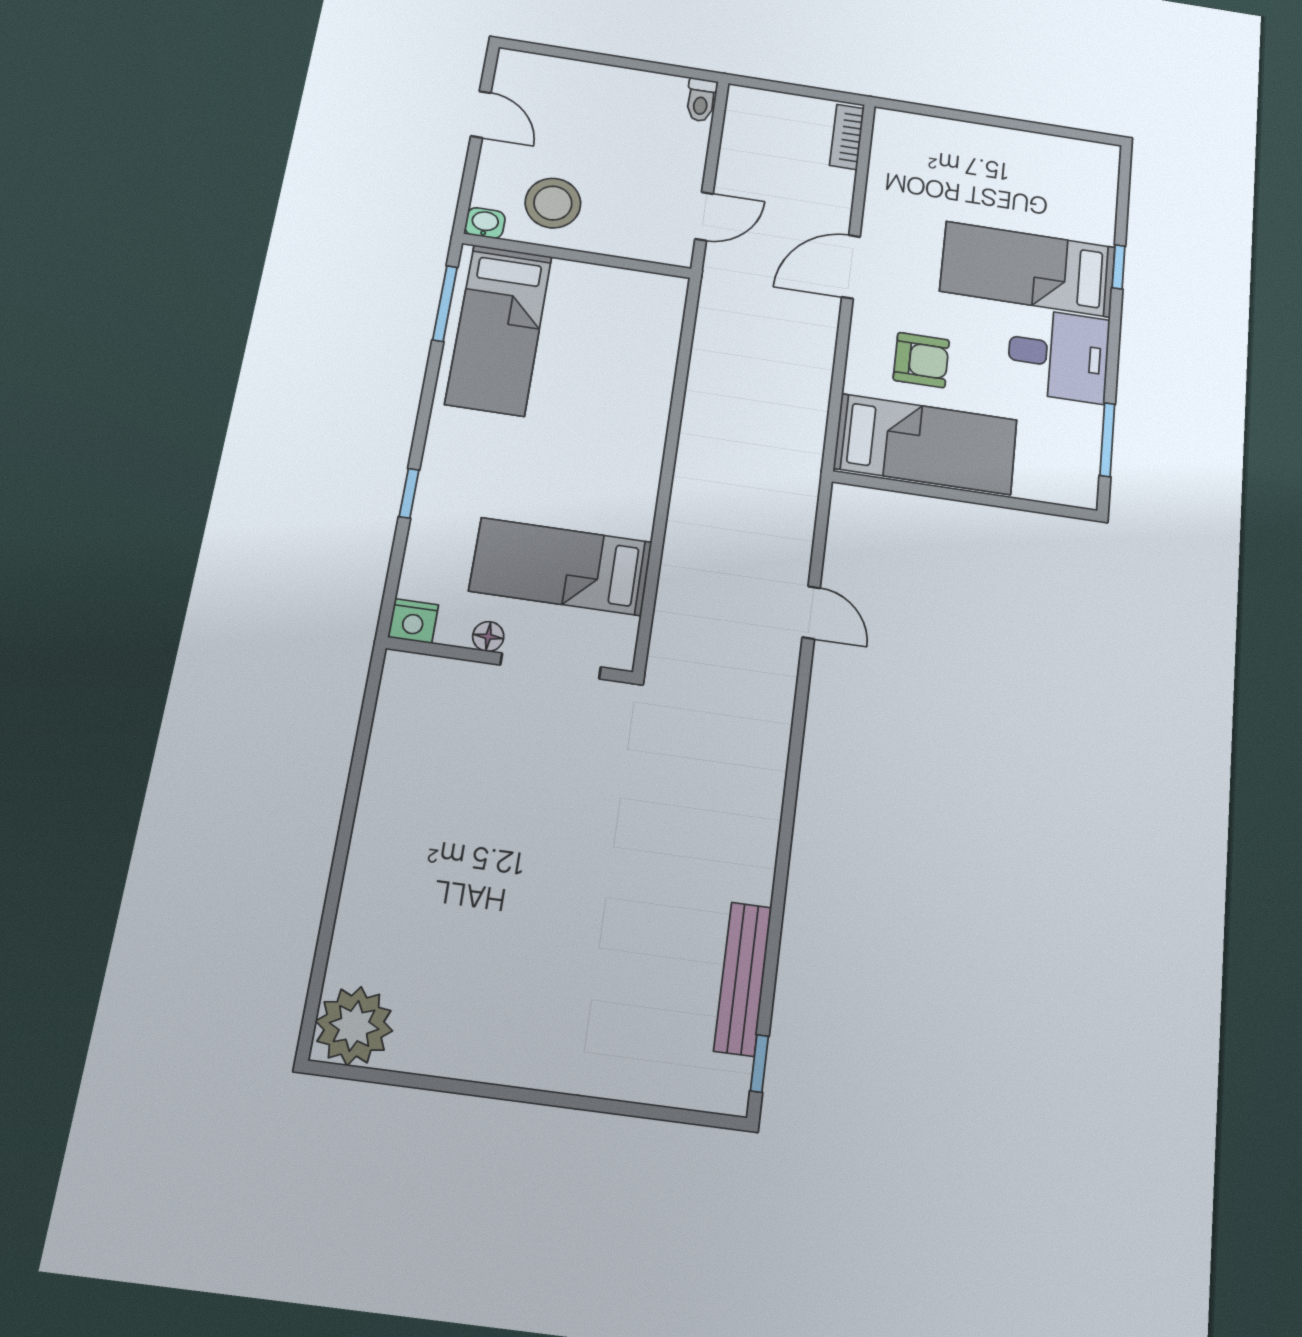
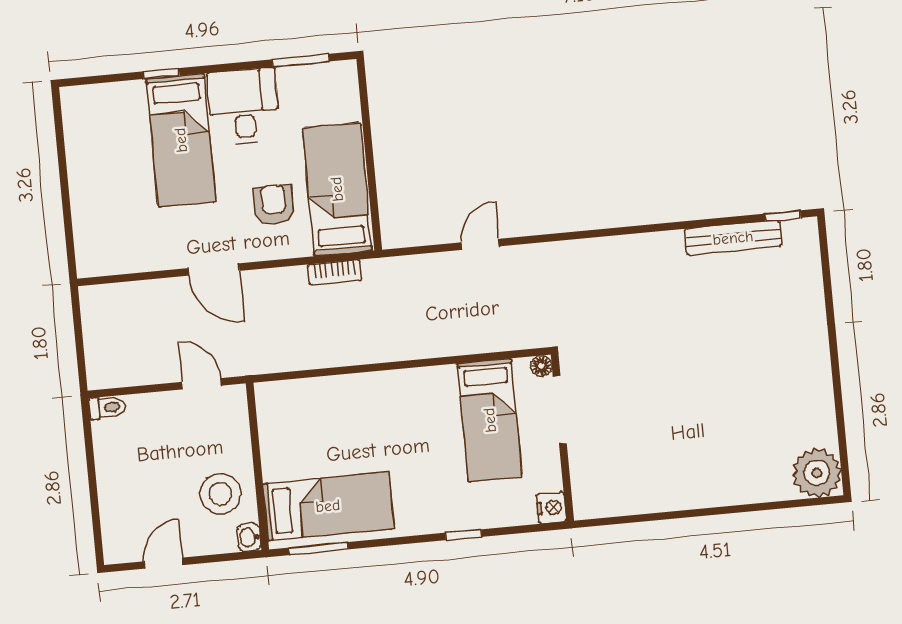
bookcase: (847, 137) -> (335, 272), moved
floor lamp: (488, 637) -> (541, 366), moved

